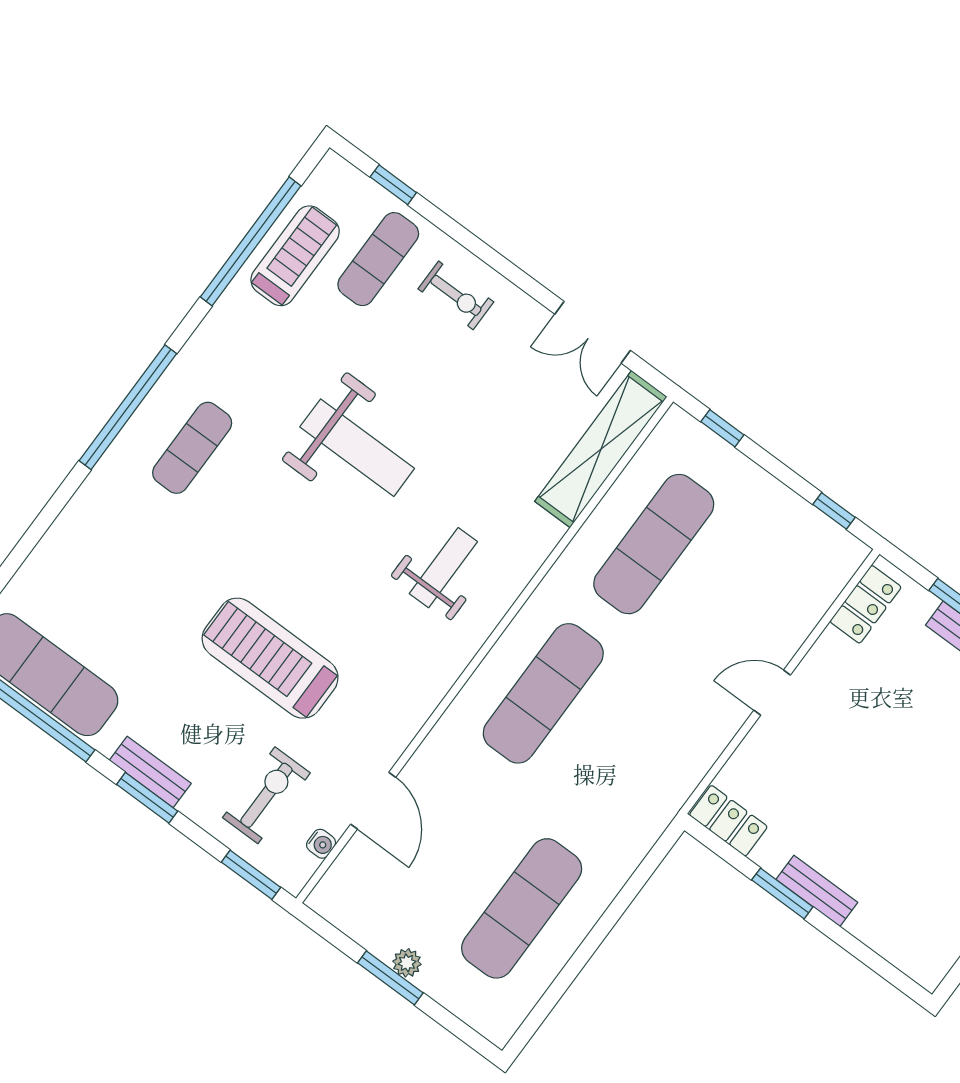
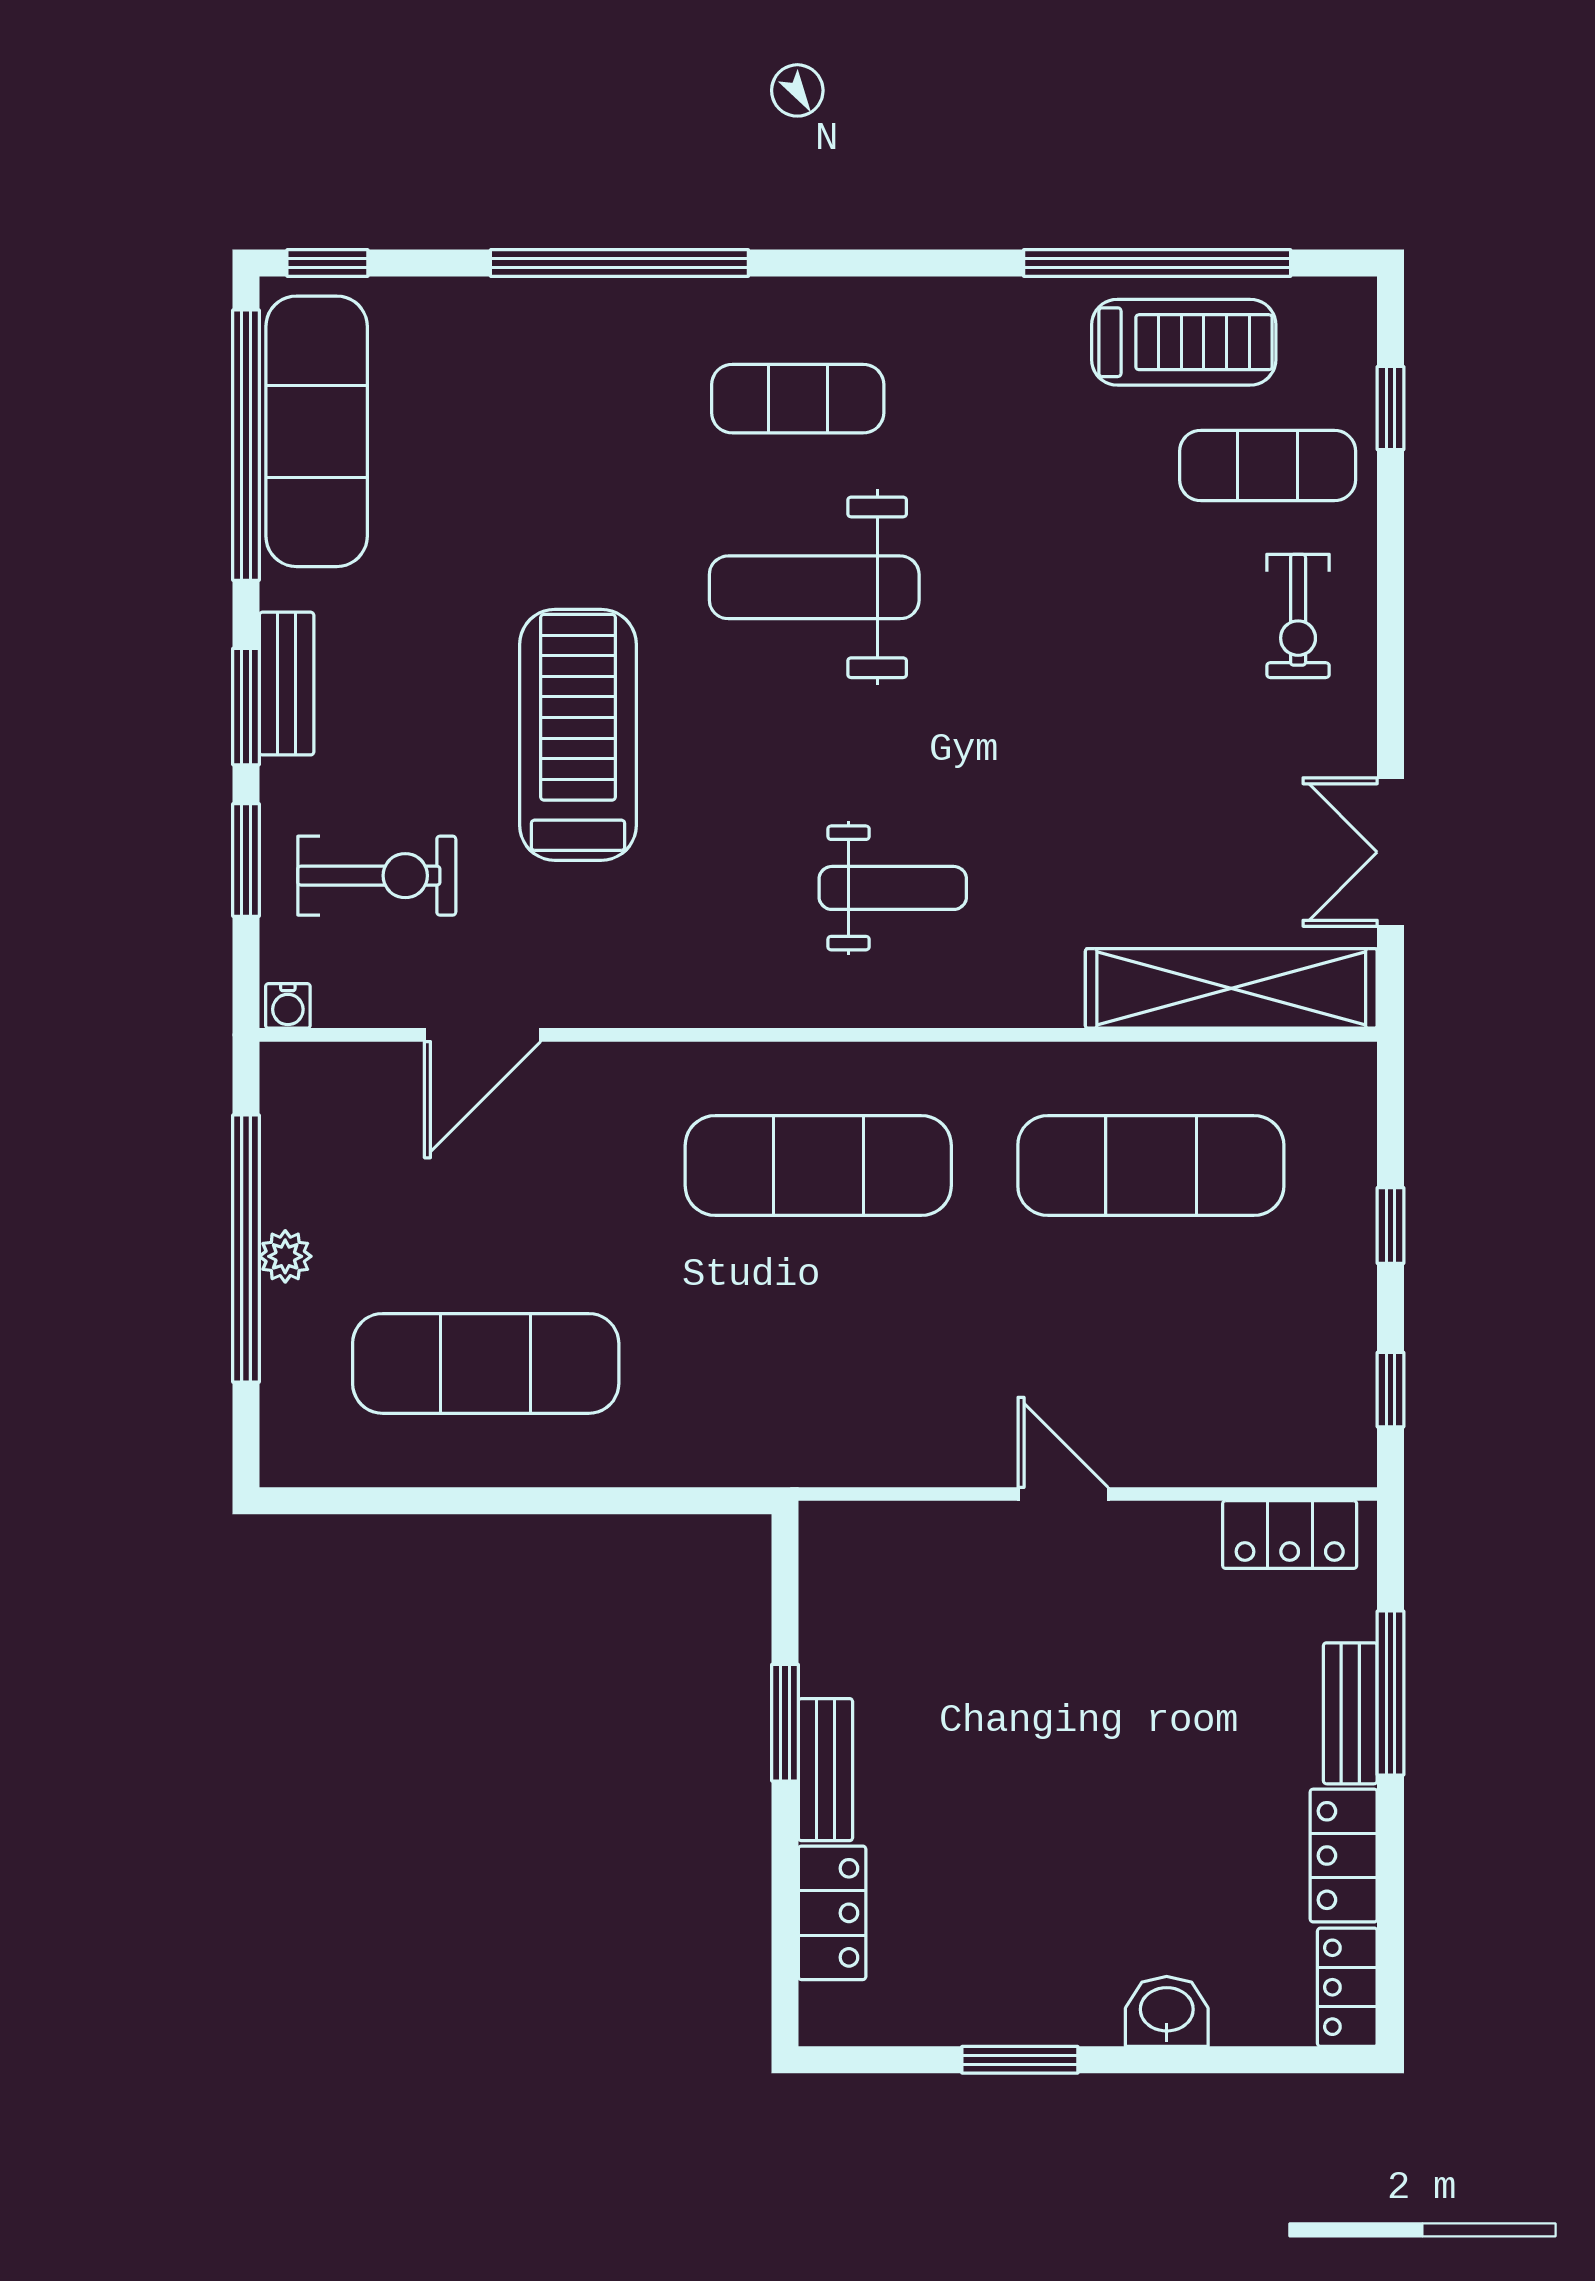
window: (128, 407) -> (619, 263), moved
window: (722, 428) -> (1391, 1226), moved
weight bench: (357, 448) -> (814, 587), moved, turned 90
locker: (728, 821) -> (832, 1913), moved
water cooler: (321, 844) -> (288, 1006), moved
window: (251, 875) -> (246, 860), moved
window: (390, 978) -> (246, 1249), width x2.11

